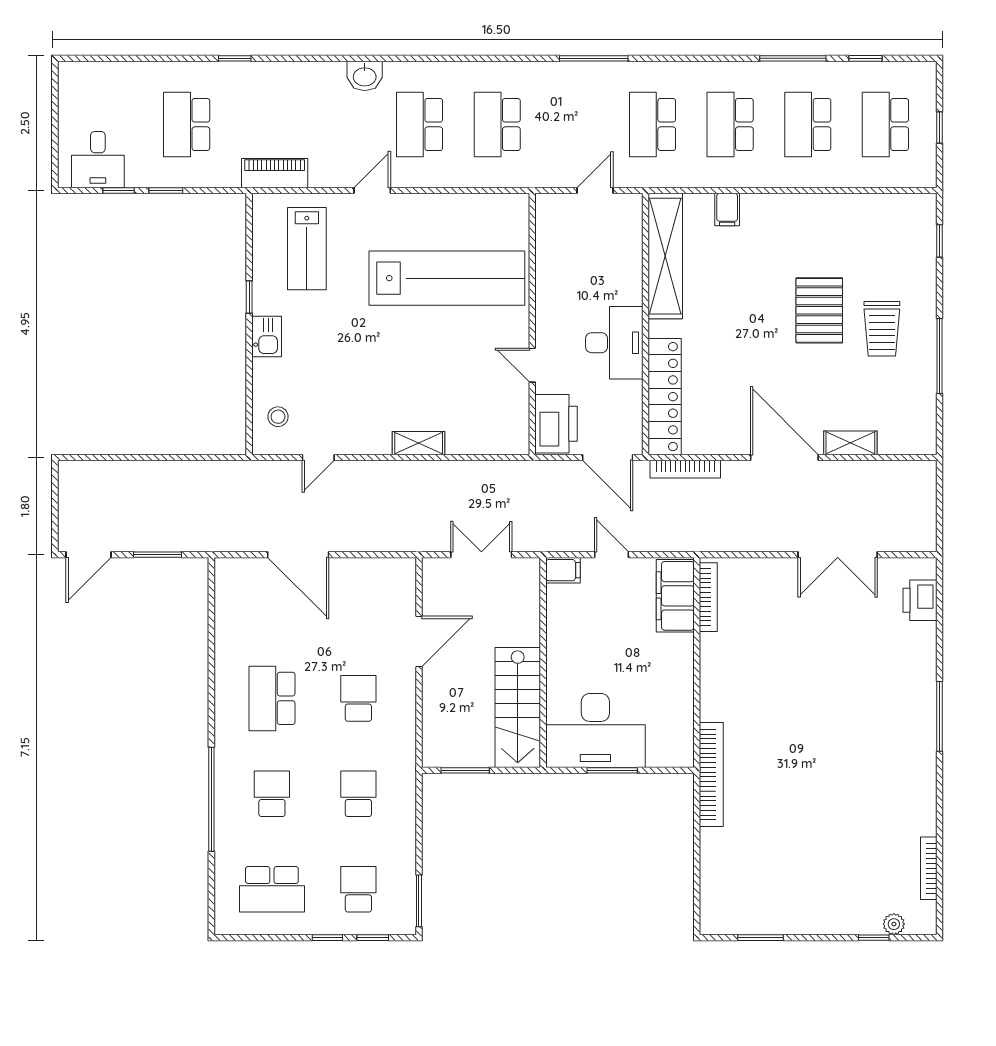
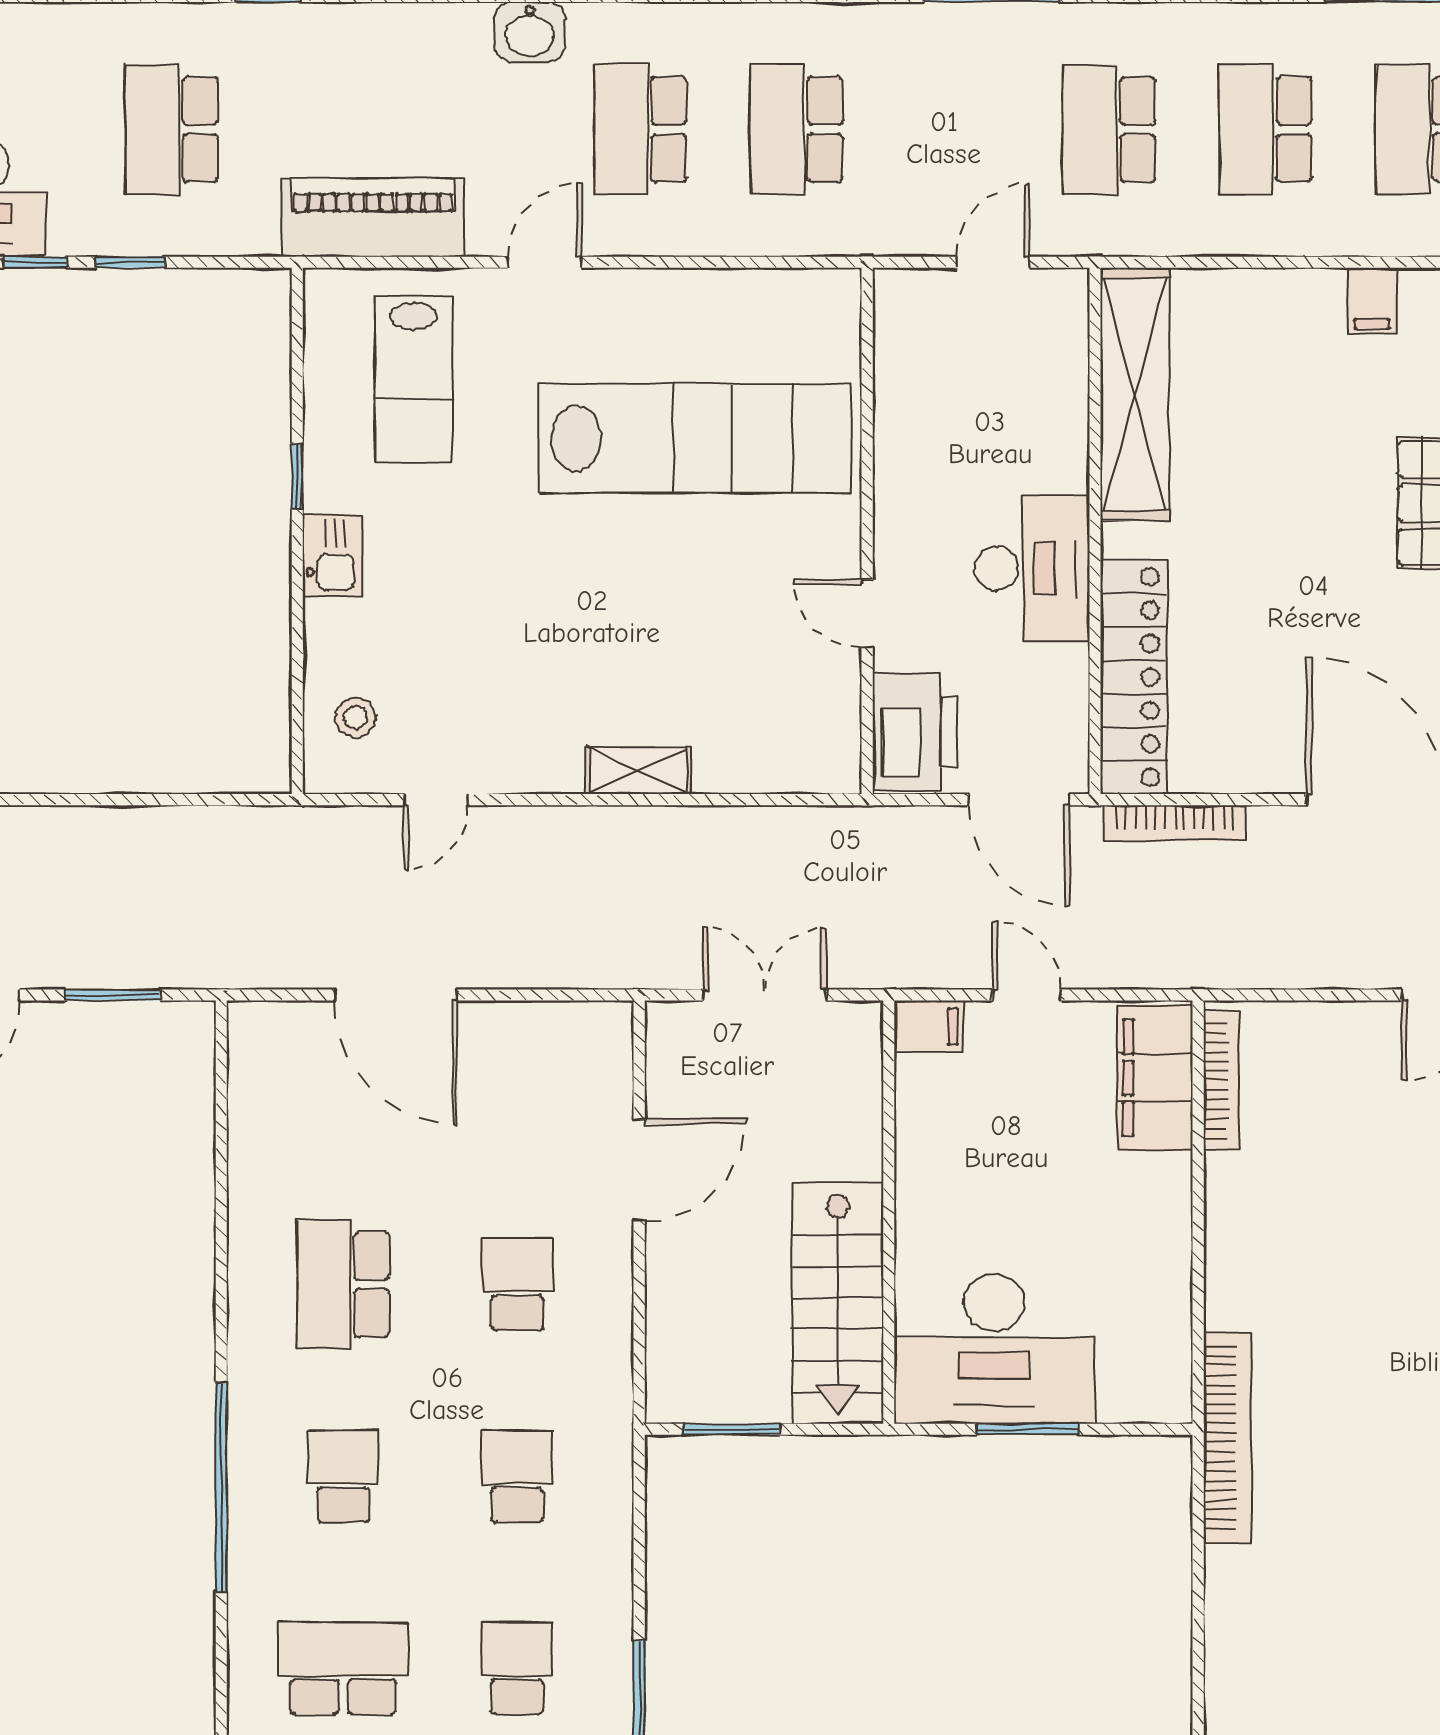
piano: (275, 173) -> (373, 217), width x1.37, depth x1.33
filing cabinet: (727, 210) -> (1372, 301), moved
school desk: (272, 889) -> (343, 1668), turned 180

